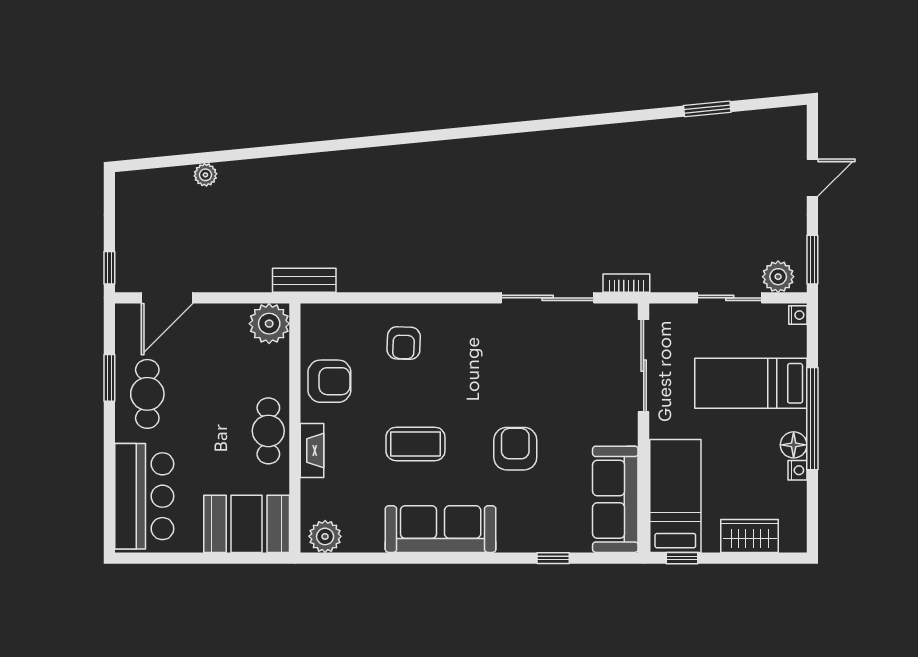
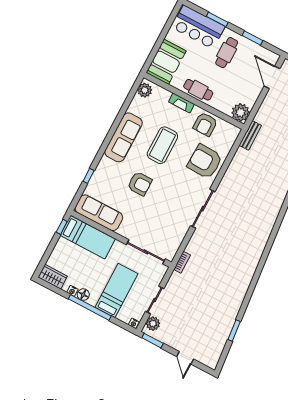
sliding door: (548, 298) -> (203, 209), moved
armchair: (404, 343) -> (205, 162), width x1.88, depth x1.88
cafe table: (147, 394) -> (227, 53), moved, turned 90
coffee table: (415, 444) -> (162, 145), width x1.36, depth x1.32
window: (109, 467) -> (217, 19), added
wardrobe: (750, 536) -> (53, 277), moved, turned -90

